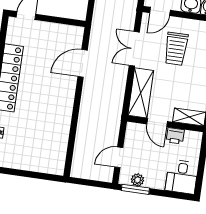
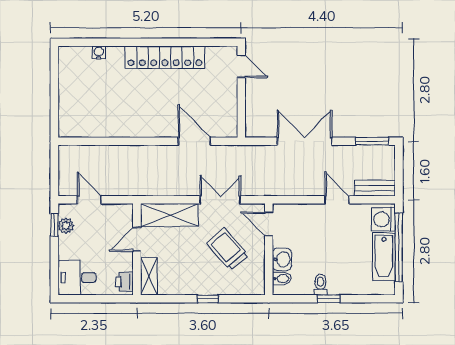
trolley: (176, 49) -> (227, 249), turned 49
printer: (175, 136) -> (124, 282), moved
window: (135, 189) -> (54, 225), width x0.67

